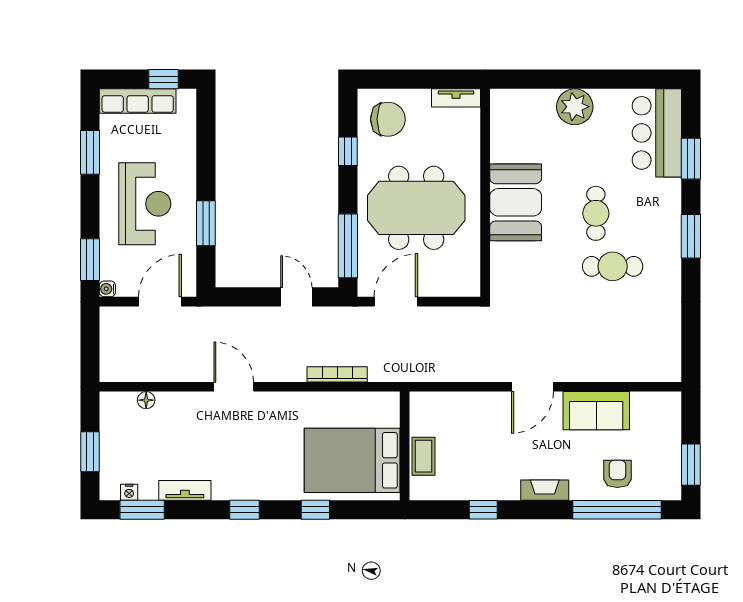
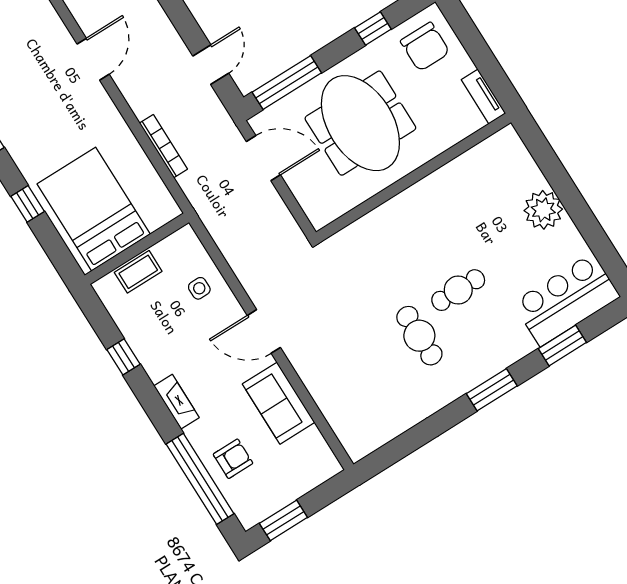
booth: (516, 202) -> (422, 211), removed
side table: (467, 416) -> (199, 288), added

